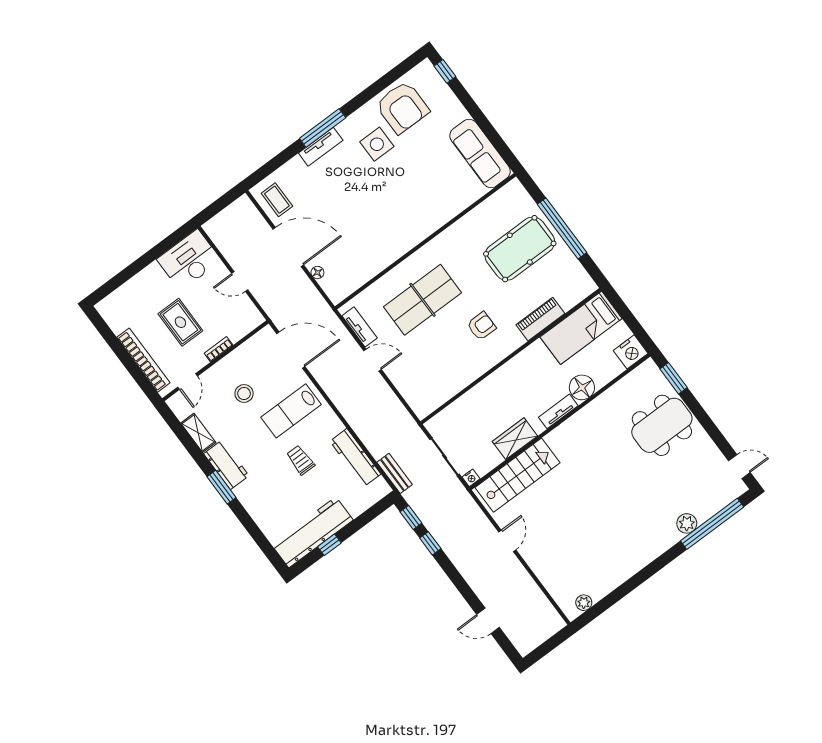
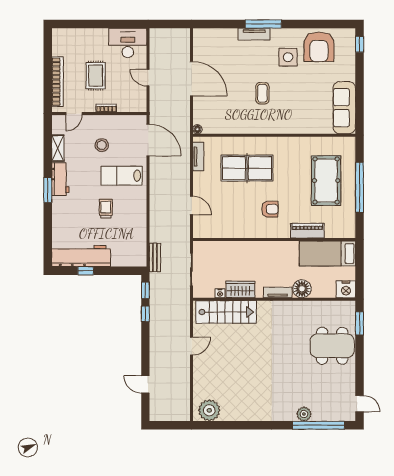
coffee table: (277, 200) -> (262, 93), moved
pool table: (520, 249) -> (326, 181), turned 90
floor lamp: (317, 273) -> (197, 129), moved
door: (373, 360) -> (191, 205), moved
workbench: (355, 458) -> (139, 231), removed
nightstand: (471, 478) -> (220, 293), moved
plant: (584, 603) -> (209, 410), width x1.88, depth x1.88

